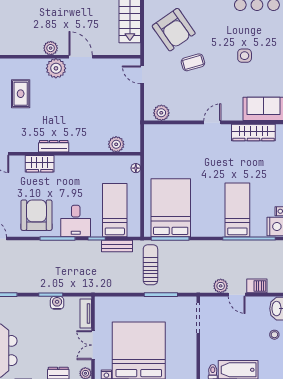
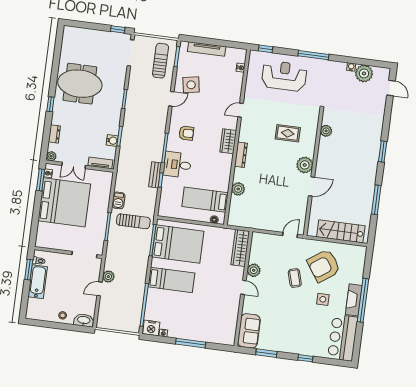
plant: (51, 48) -> (326, 131), moved
side table: (245, 56) -> (323, 299), moved
plant: (161, 113) -> (254, 270), moved
wardrobe: (253, 132) -> (240, 248), moved
plant: (116, 144) -> (238, 189), moved
bed: (115, 210) -> (205, 200), moved, turned 180
bed: (237, 210) -> (171, 280), moved
armchair: (36, 215) -> (186, 133), width x0.53, depth x0.53
bench: (117, 246) -> (155, 175), moved
barbecue: (257, 286) -> (118, 200), moved
double door: (93, 345) -> (74, 165), swing flipped

